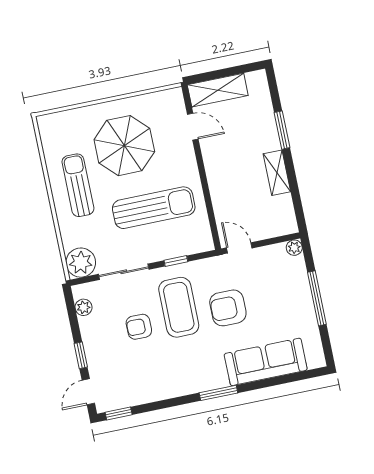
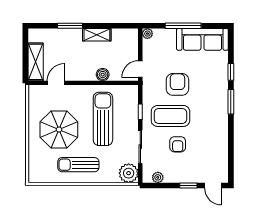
boiler: (220, 194) -> (103, 75), added
armchair: (228, 308) -> (177, 84), turned 180
sofa: (266, 362) -> (202, 39), moved, turned -90
window: (119, 413) -> (231, 72), moved

